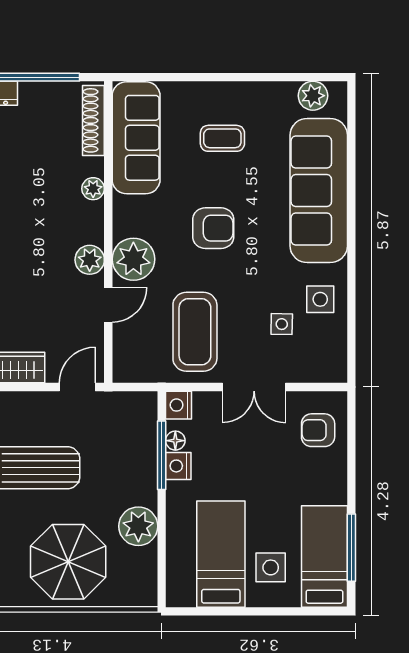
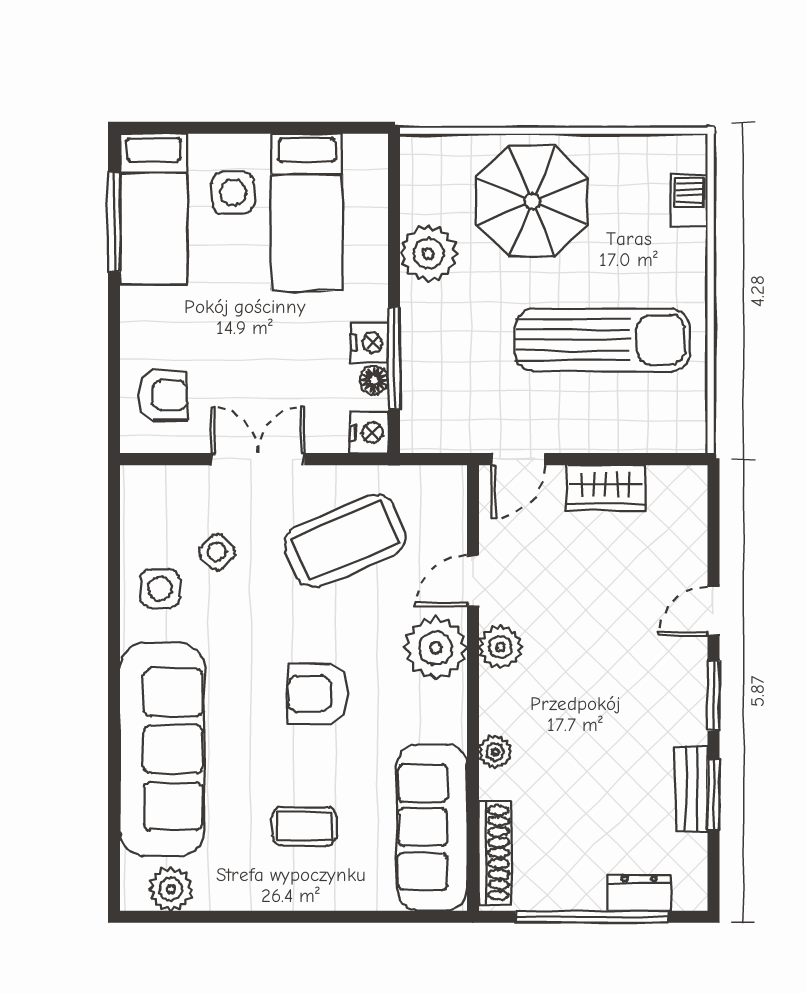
side table: (282, 324) -> (217, 552), turned 45
coffee table: (195, 332) -> (345, 541), turned 67

